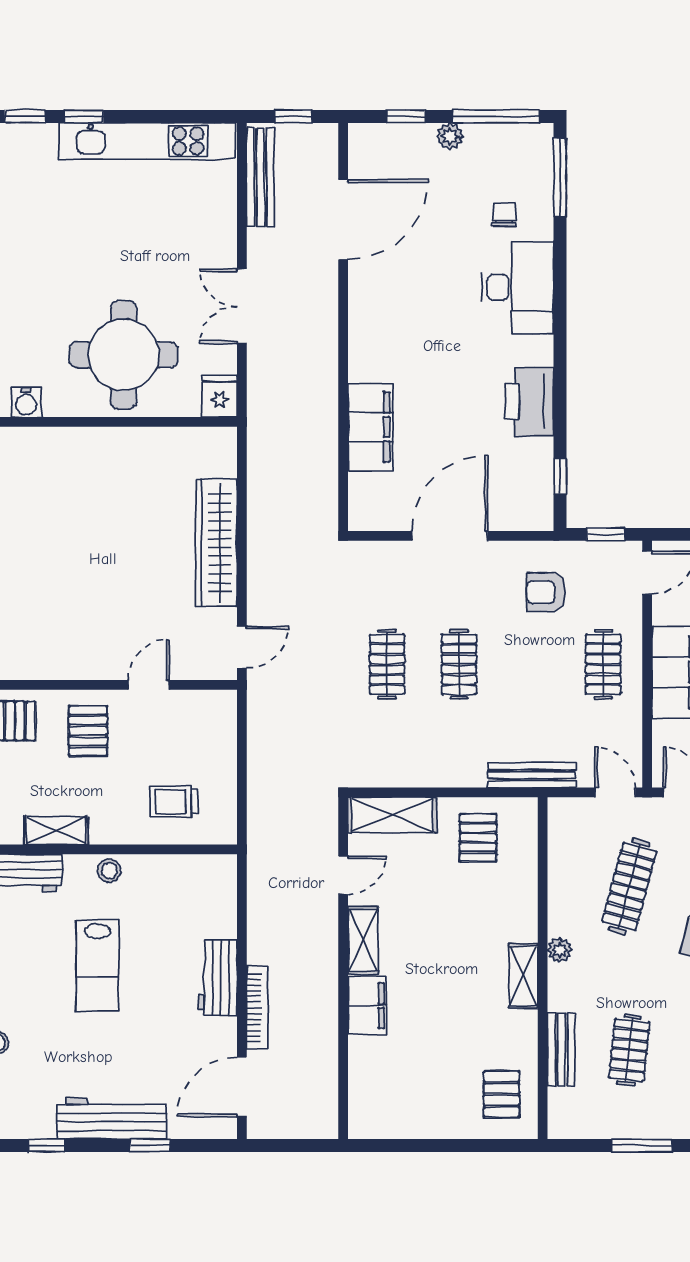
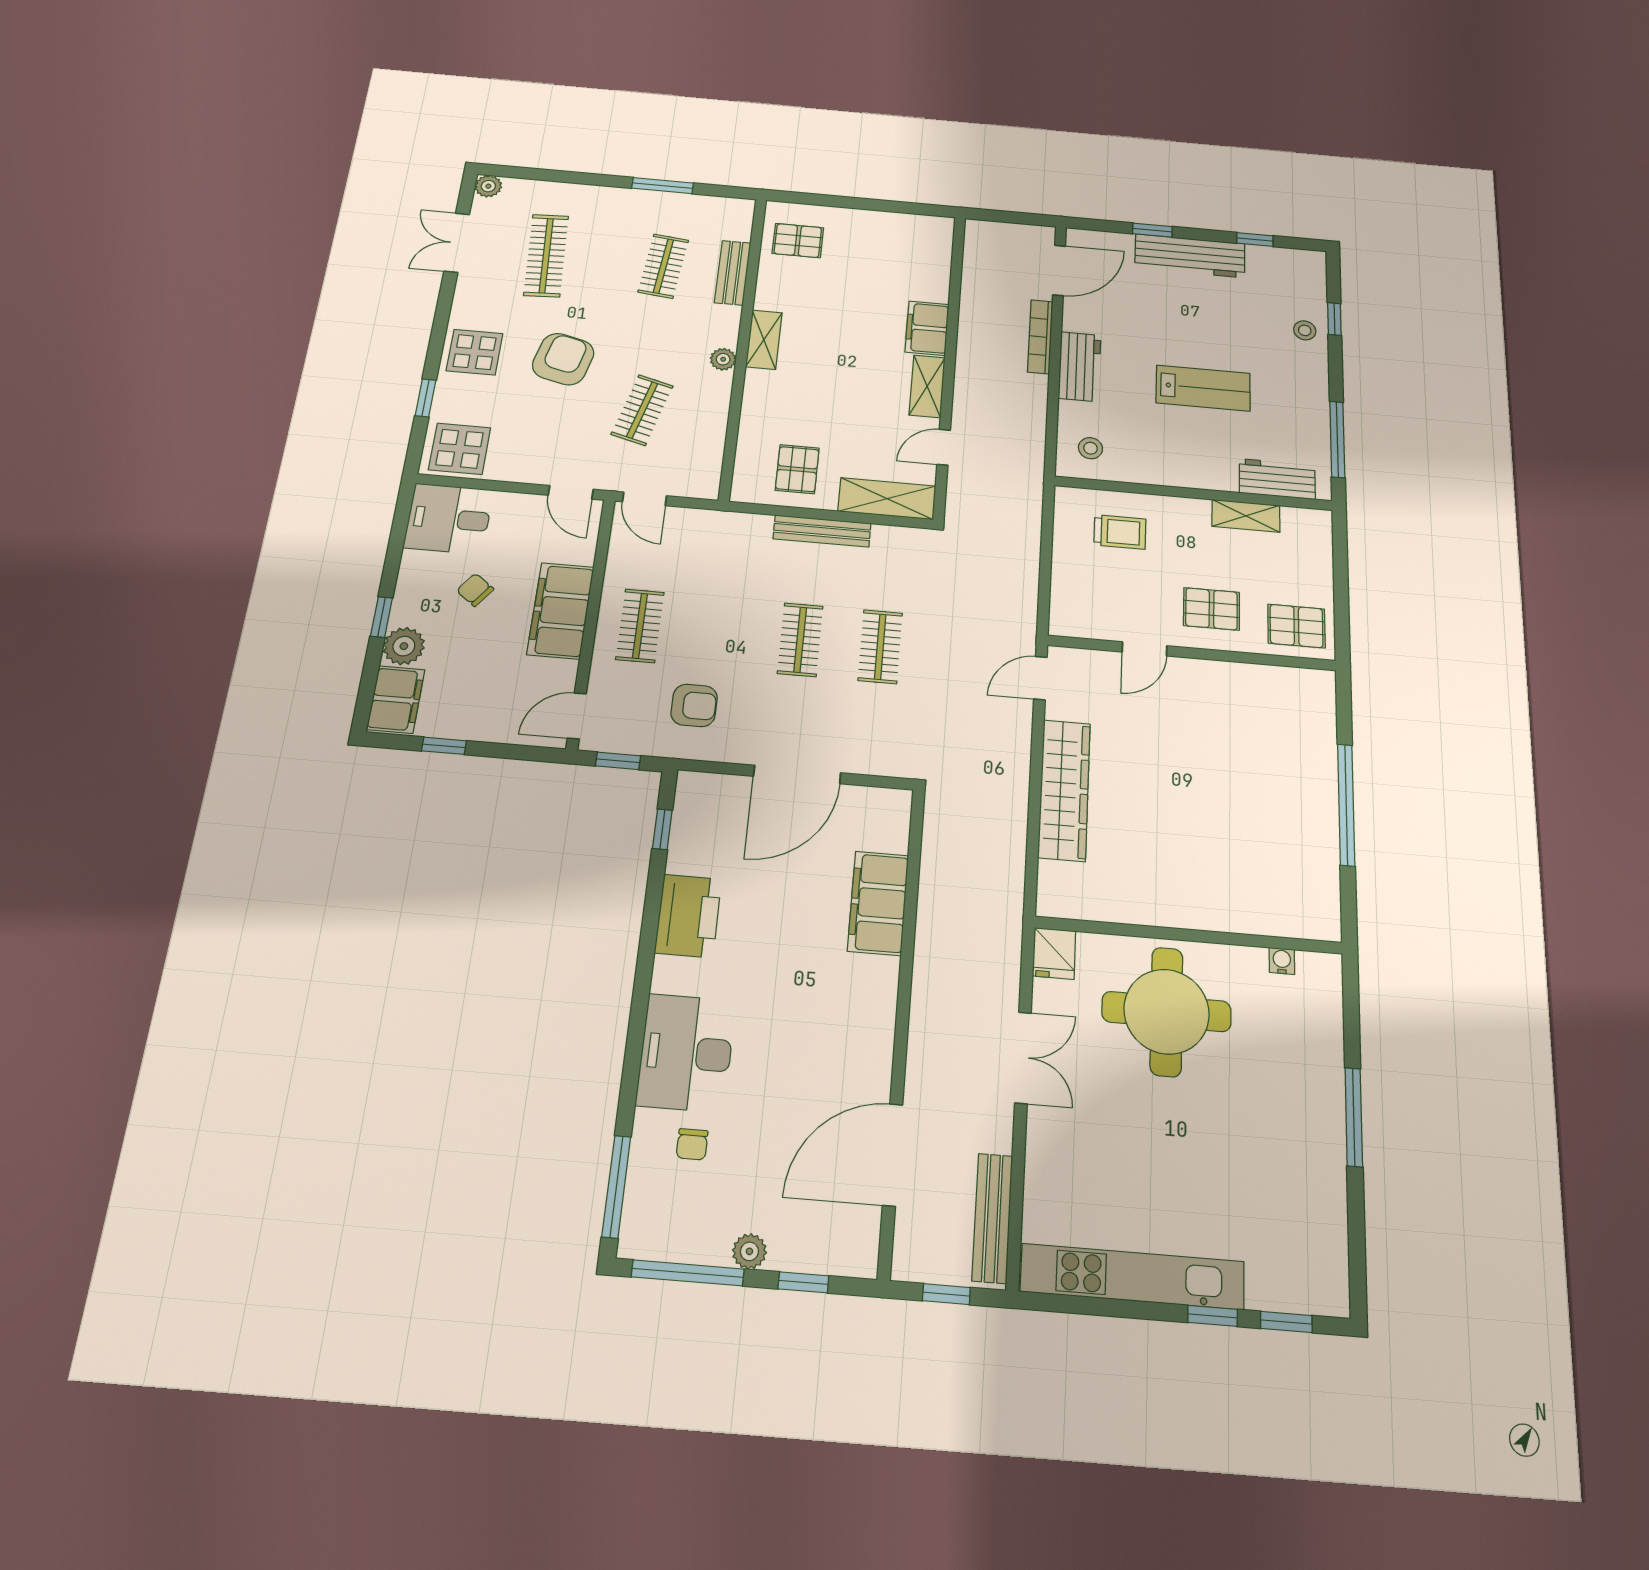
water cooler: (26, 402) -> (1282, 961), width x0.72, depth x0.72
pallet: (88, 731) -> (1211, 609), turned 90
bench: (532, 775) -> (822, 531), moved
stool: (109, 871) -> (1090, 448), moved
clothes rail: (629, 886) -> (642, 410), width x0.73
lab bench: (97, 966) -> (1203, 388), turned 90
pallet: (501, 1094) -> (798, 241), turned 90

